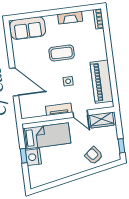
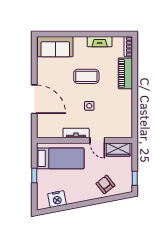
piano: (102, 82) -> (125, 73), moved, width x0.73, depth x0.75
nightstand: (33, 157) -> (57, 199), moved, turned -101

